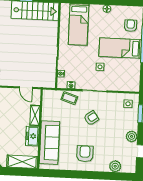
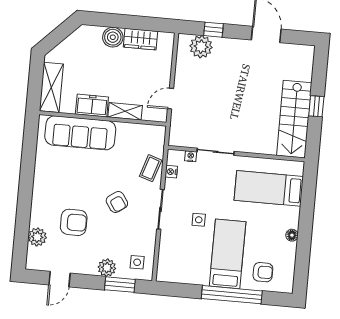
plant: (132, 136) -> (107, 268), moved
armchair: (85, 154) -> (74, 222), moved

